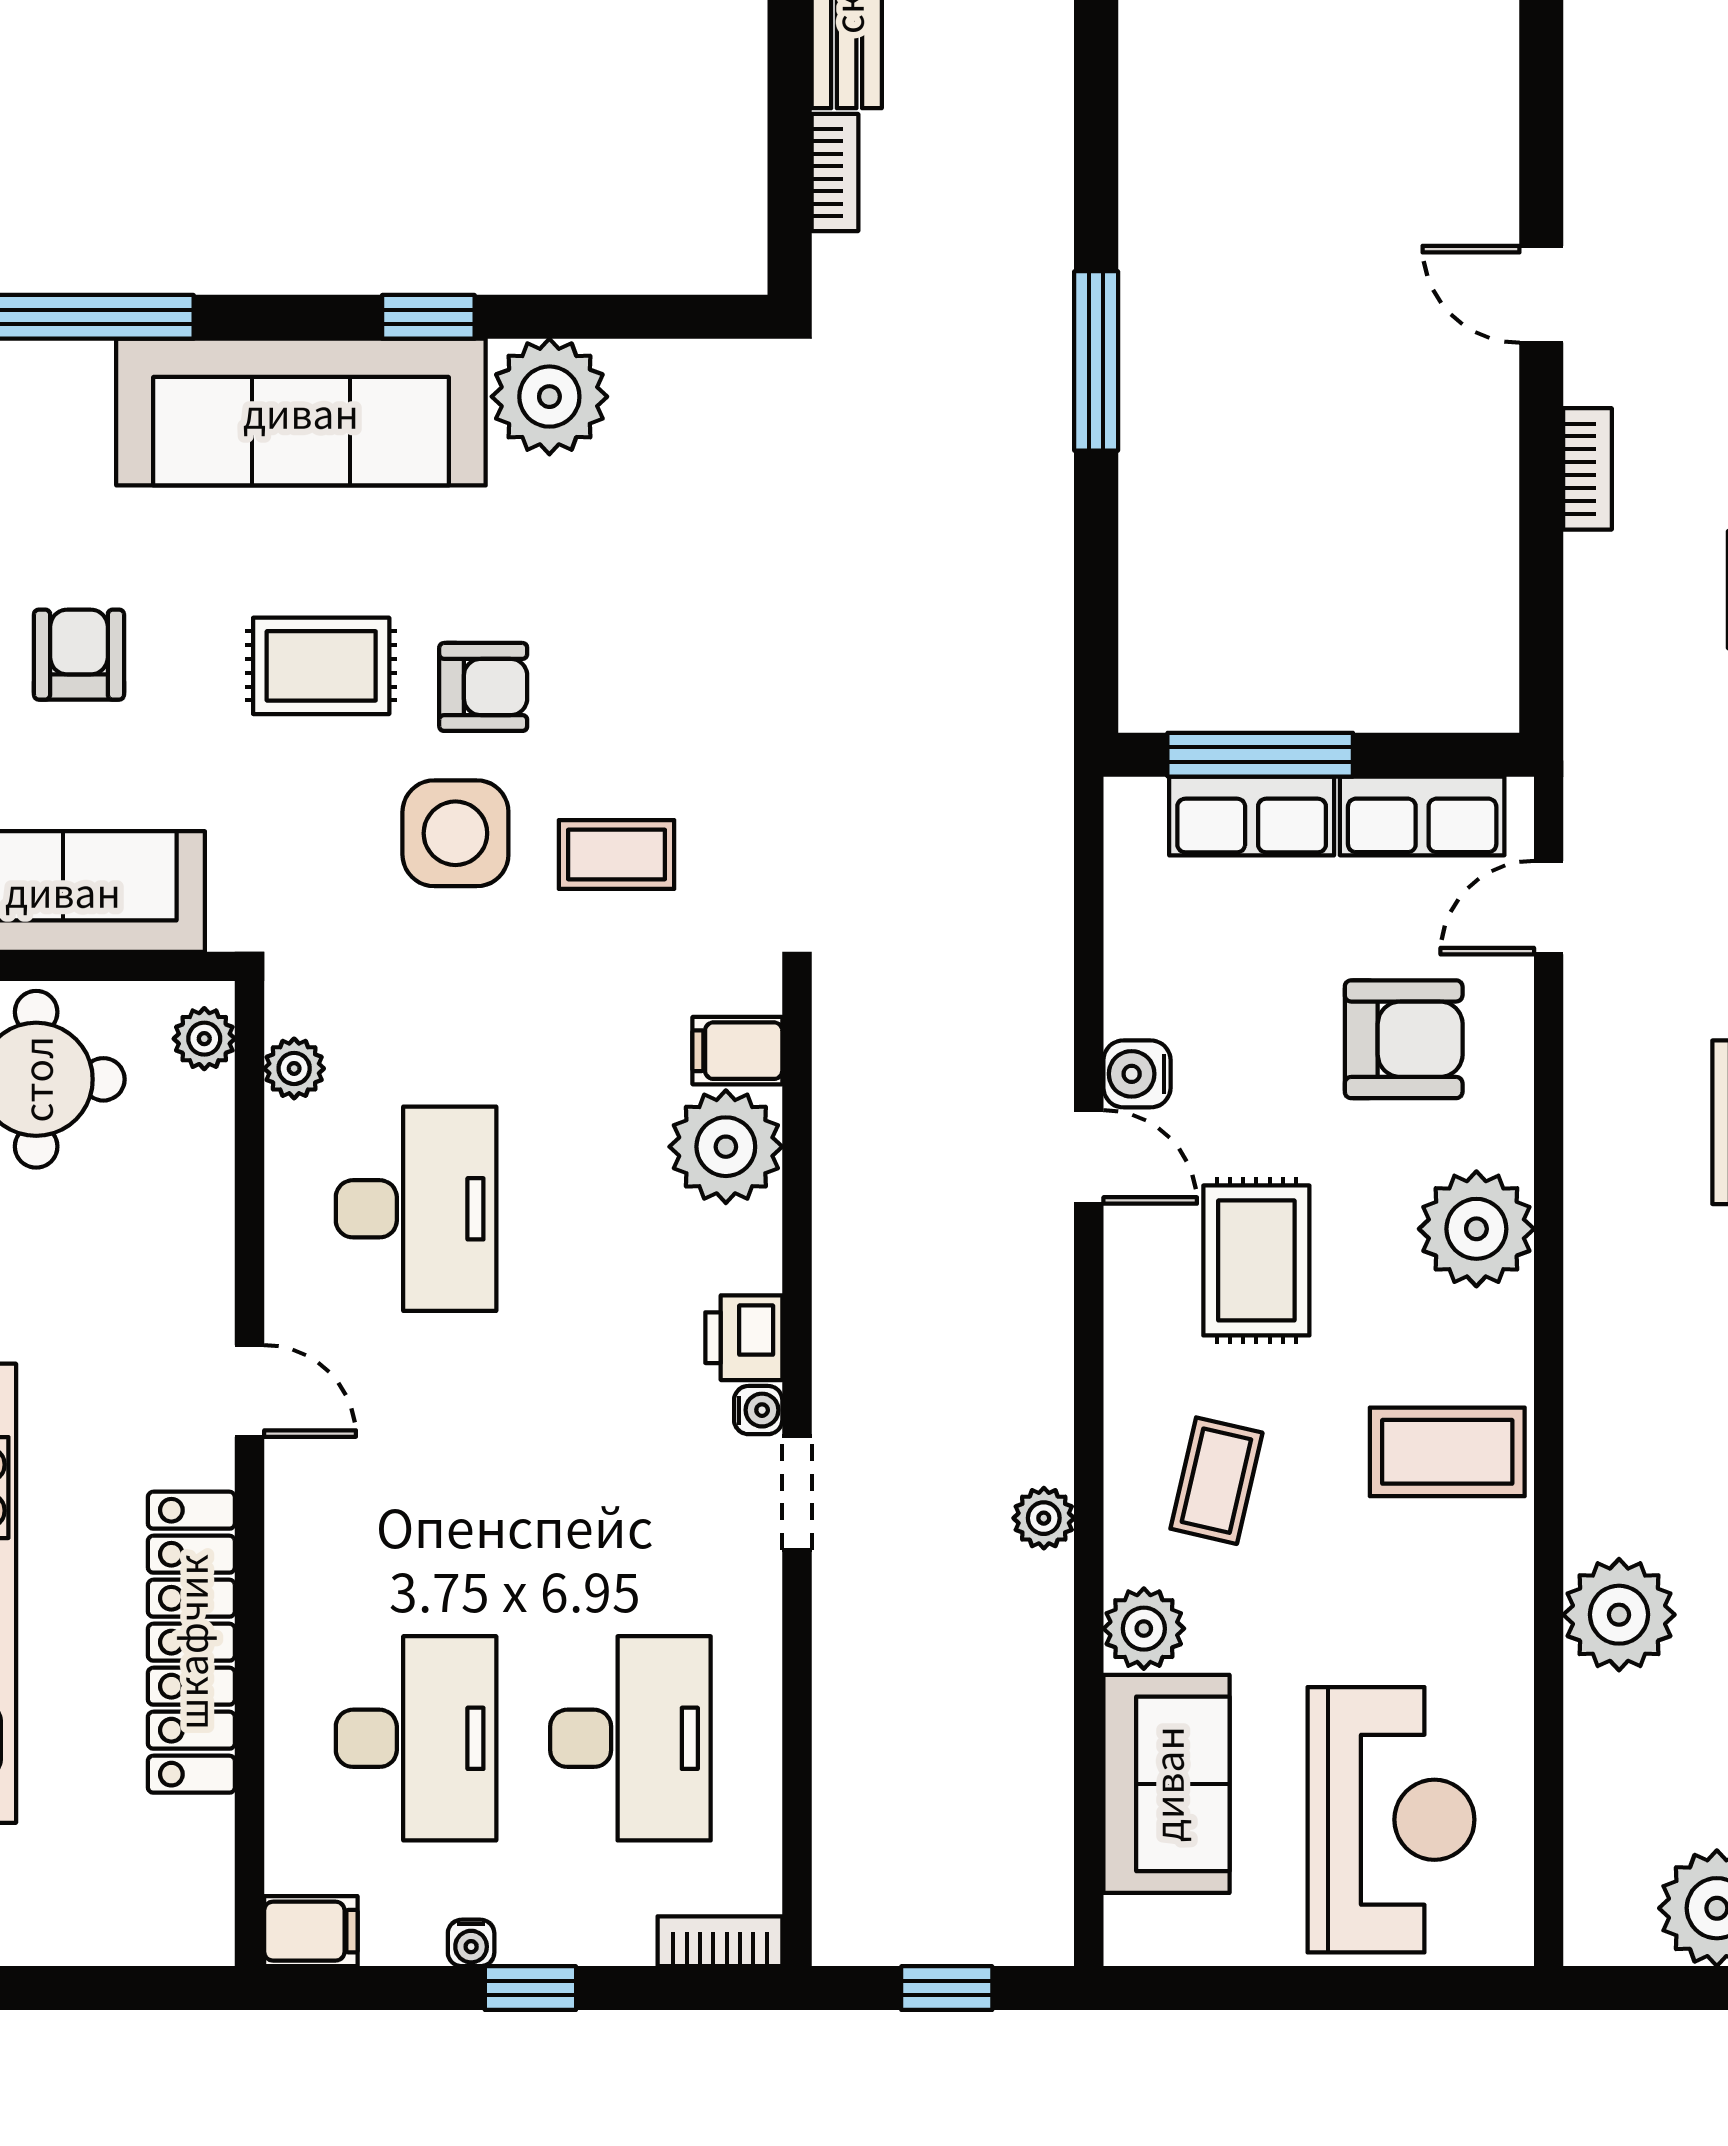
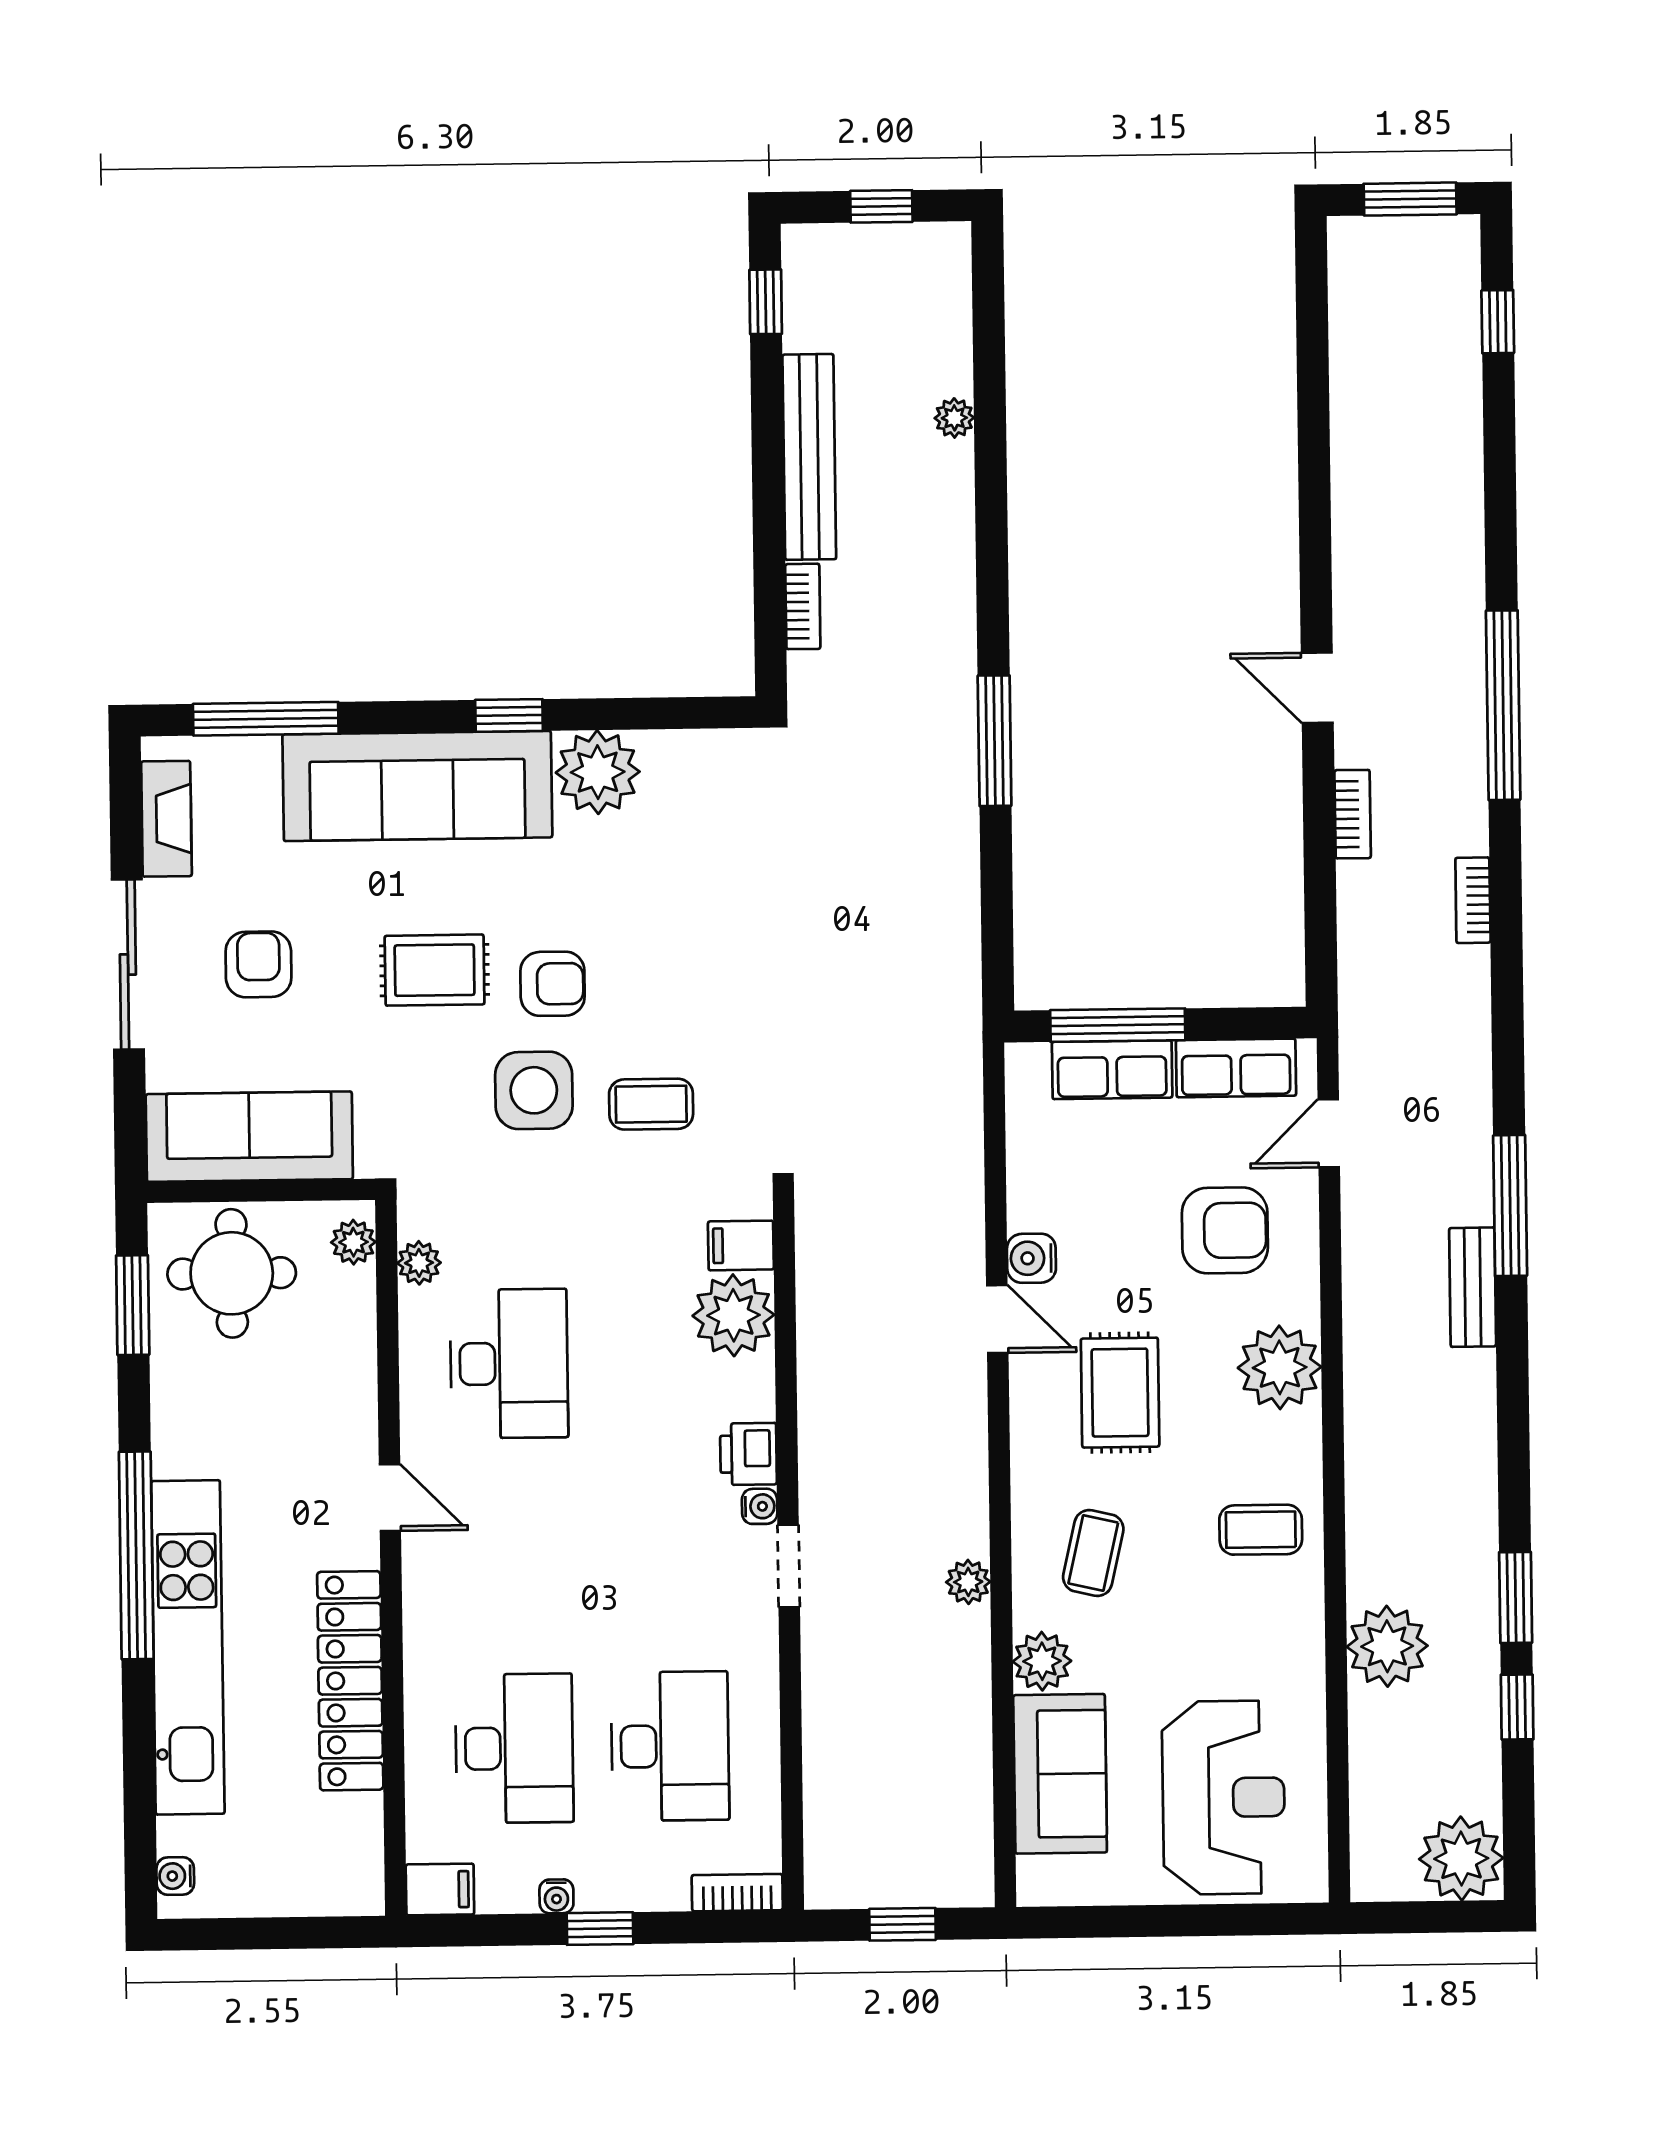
coffee table: (1447, 1452) -> (1261, 1530), width x0.73, depth x0.77

